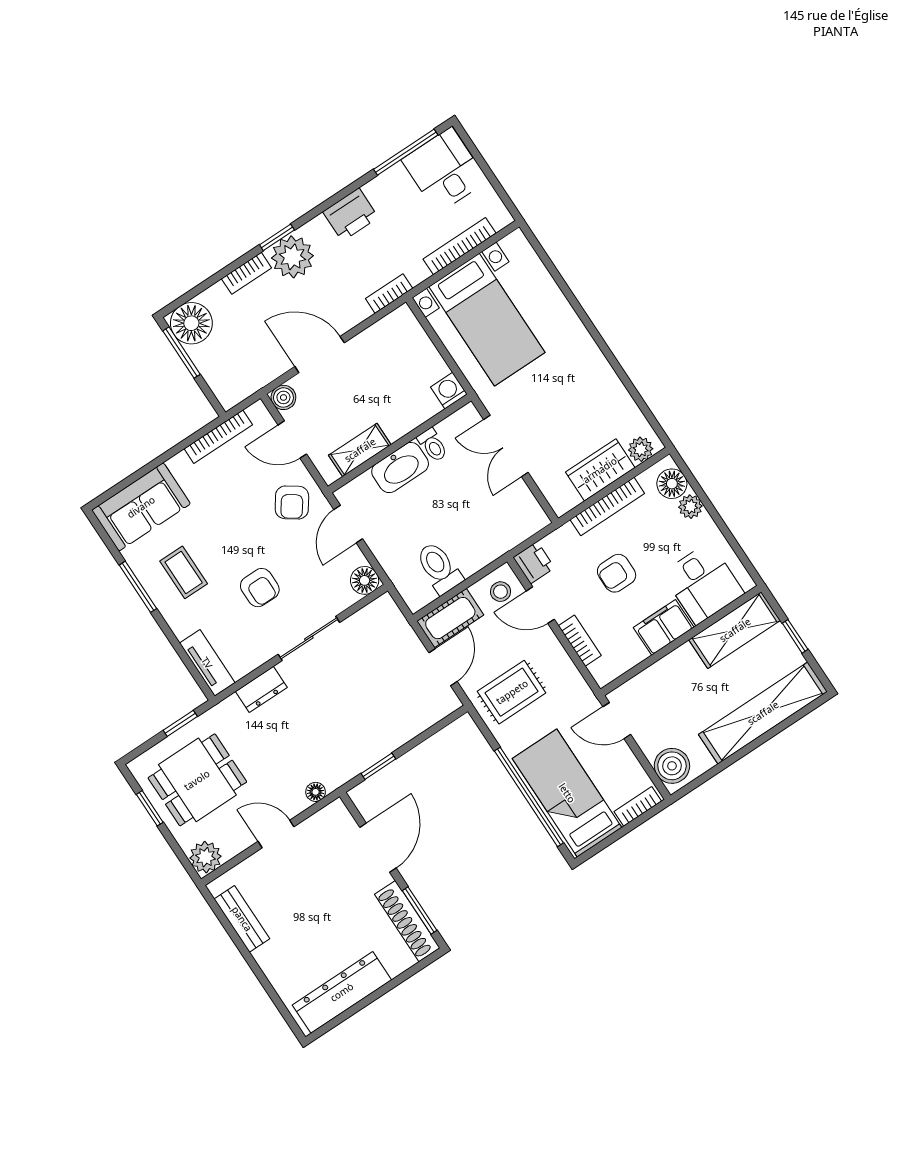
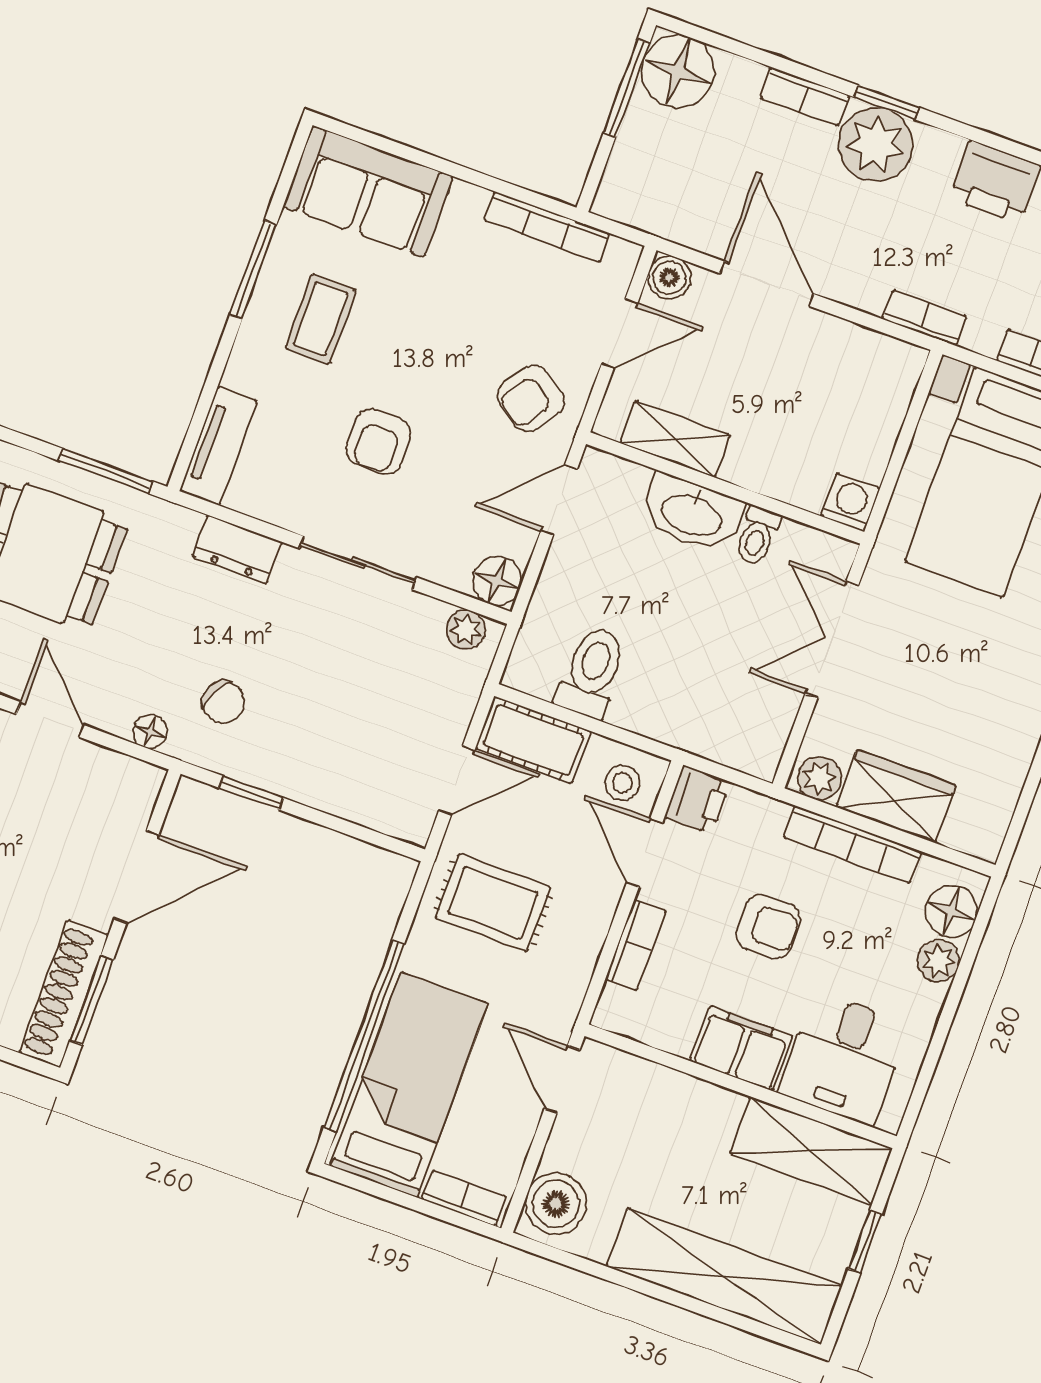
door: (292, 440) -> (620, 334), swing flipped
plant: (641, 449) -> (819, 778), moved
armchair: (617, 573) -> (768, 926), turned 180
plant: (376, 611) -> (466, 630), added
window: (180, 723) -> (106, 471), width x1.50
chair: (327, 748) -> (223, 702), added

